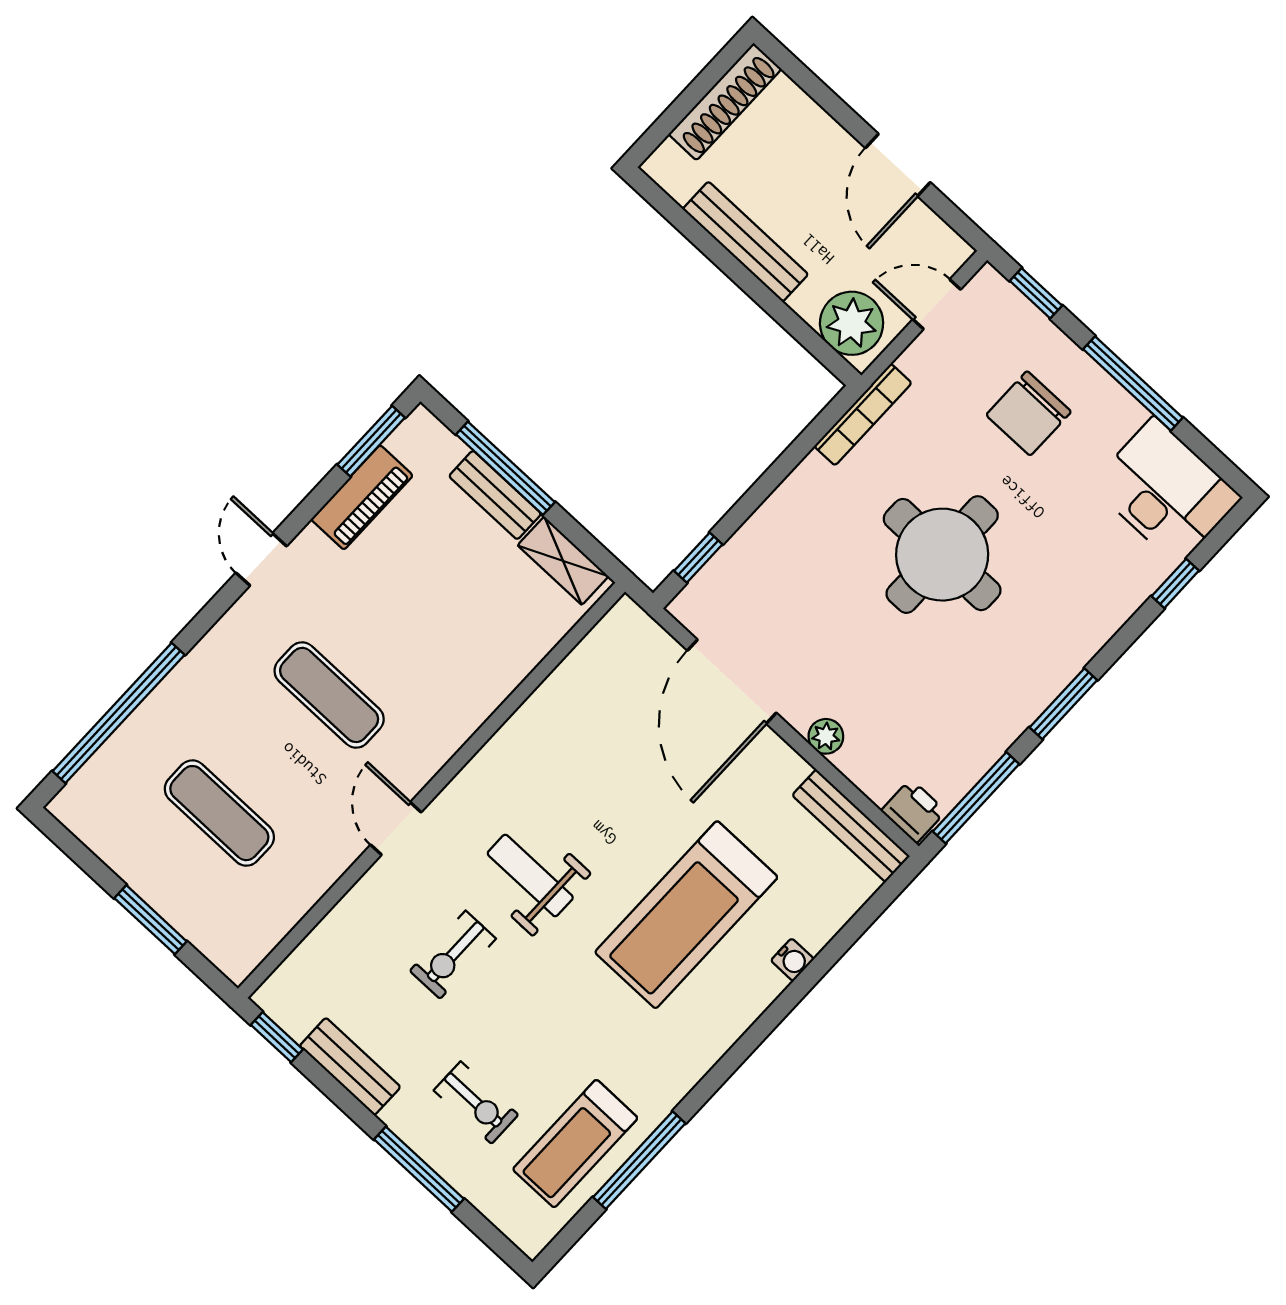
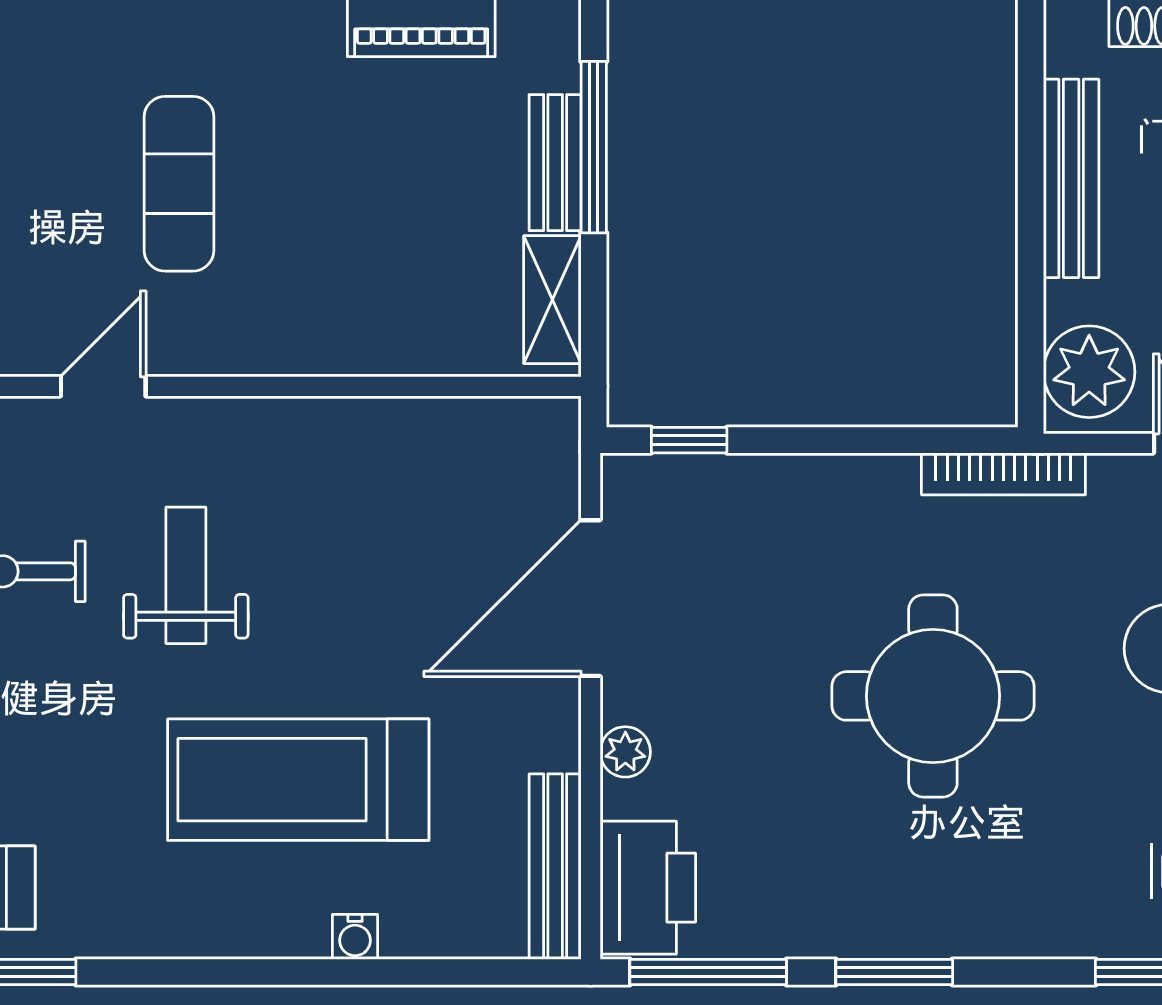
printer: (913, 811) -> (648, 888), width x1.87, depth x1.48

